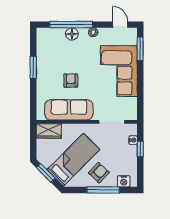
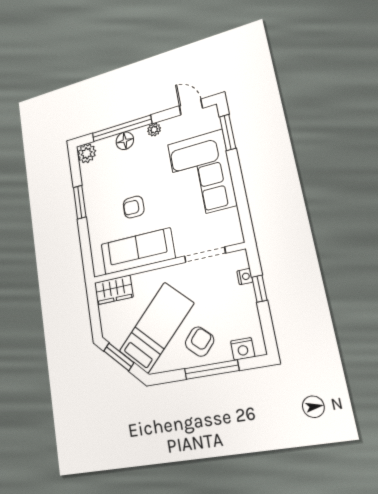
plant: (43, 35) -> (87, 153), added
armchair: (71, 80) -> (134, 207), turned -90

